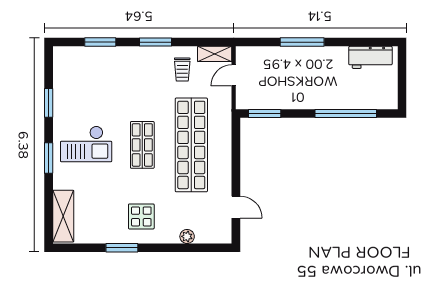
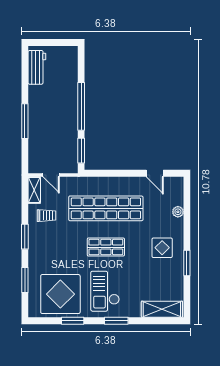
display table: (83, 87) -> (60, 294), added
window: (346, 114) -> (81, 106), moved
checkout: (86, 144) -> (105, 291), turned 180
door: (236, 207) -> (155, 173), swing flipped

